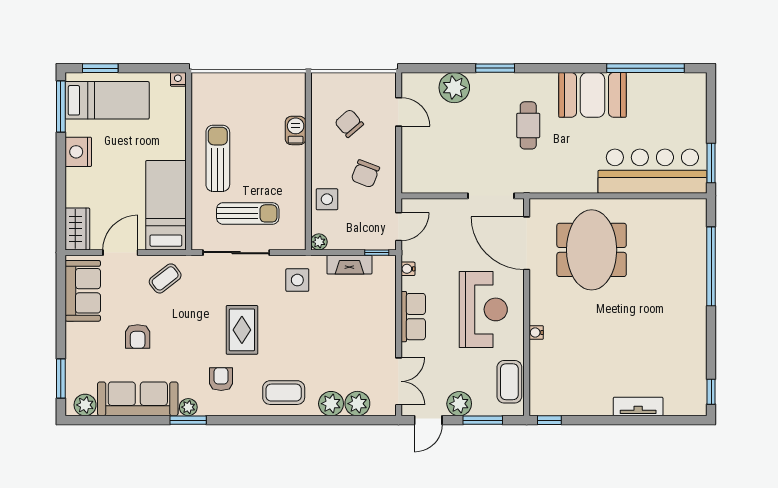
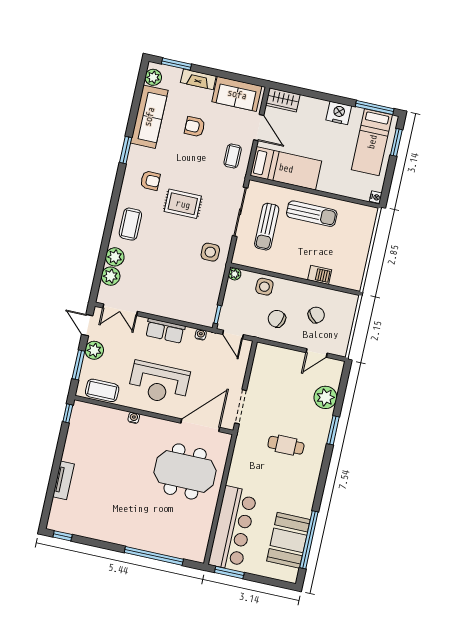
booth: (592, 95) -> (288, 540), moved
fireplace: (349, 265) -> (198, 79), moved, turned -90
coffee table: (165, 278) -> (233, 156), turned 38
plant: (188, 407) -> (135, 152), removed

